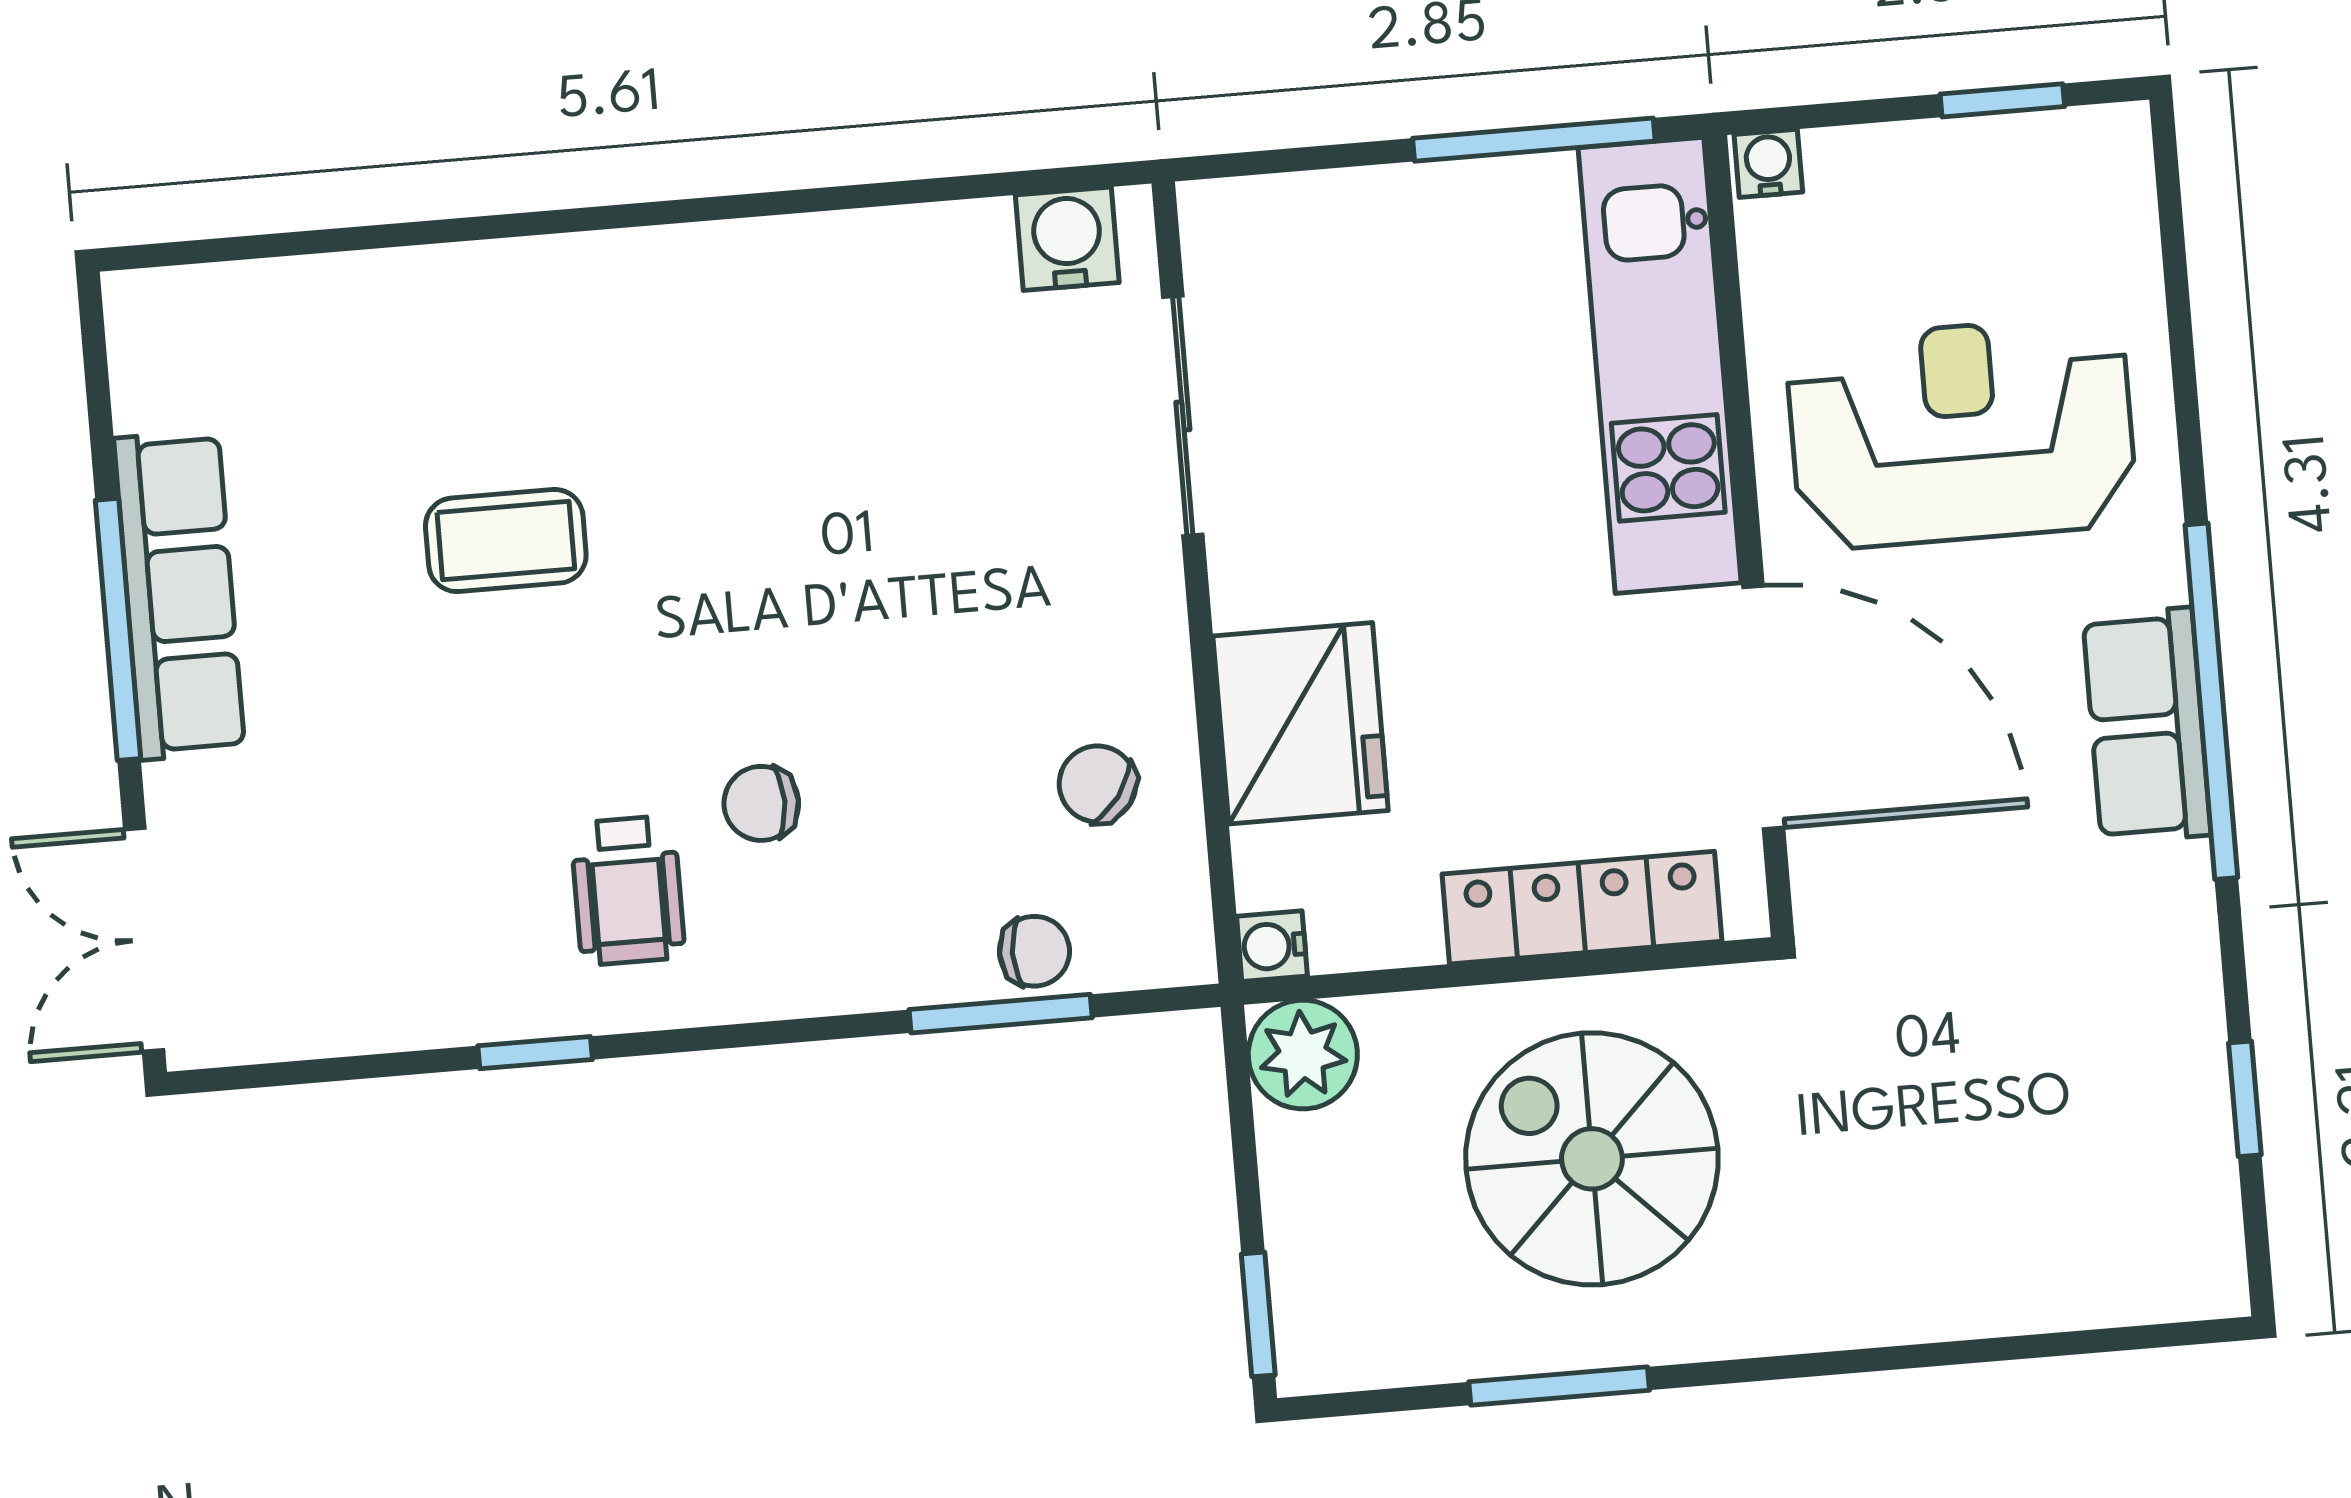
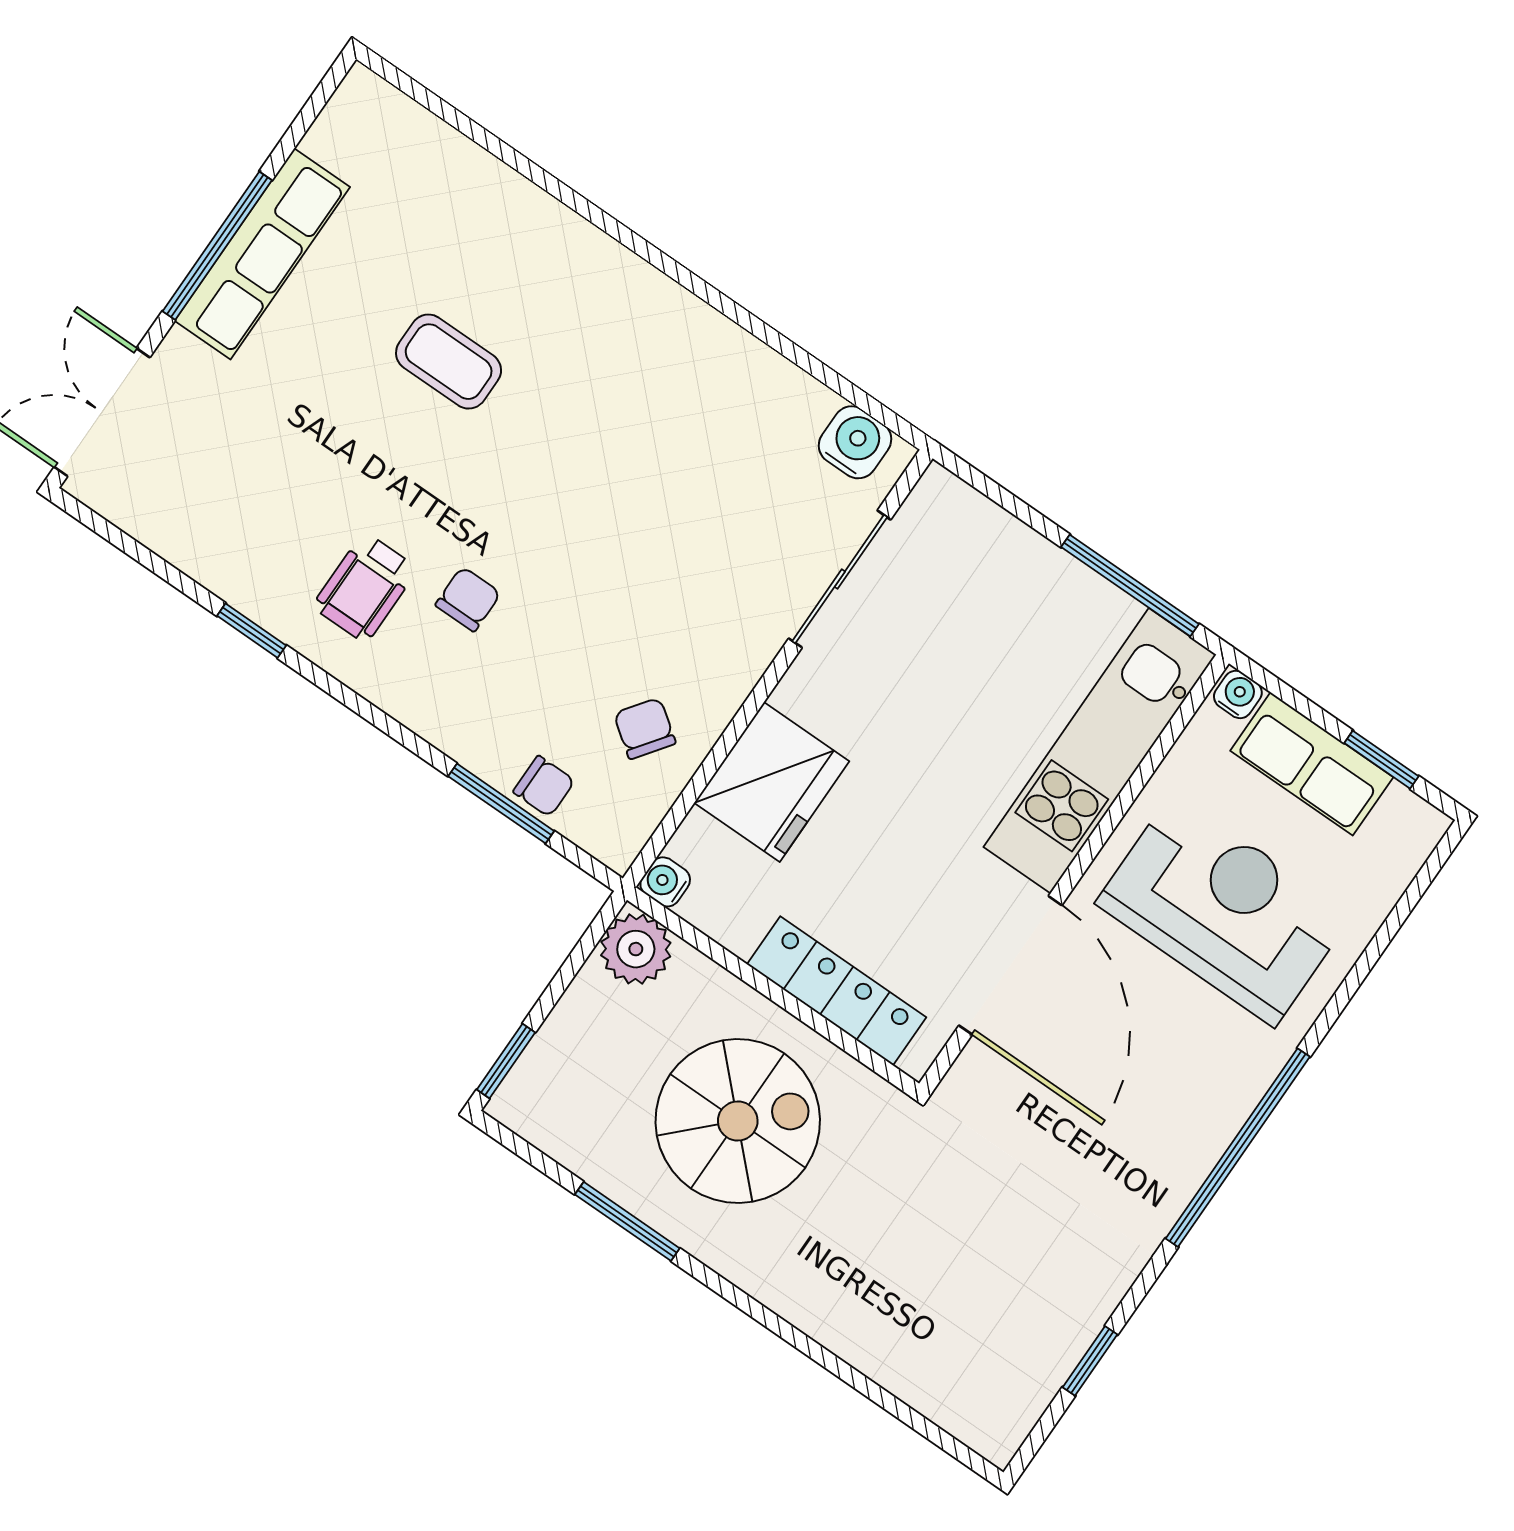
row of seats: (2147, 725) -> (1312, 764), moved, turned -90
chair: (761, 803) -> (468, 599), turned 90
spiral stairs: (1592, 1159) -> (738, 1121), turned 90

